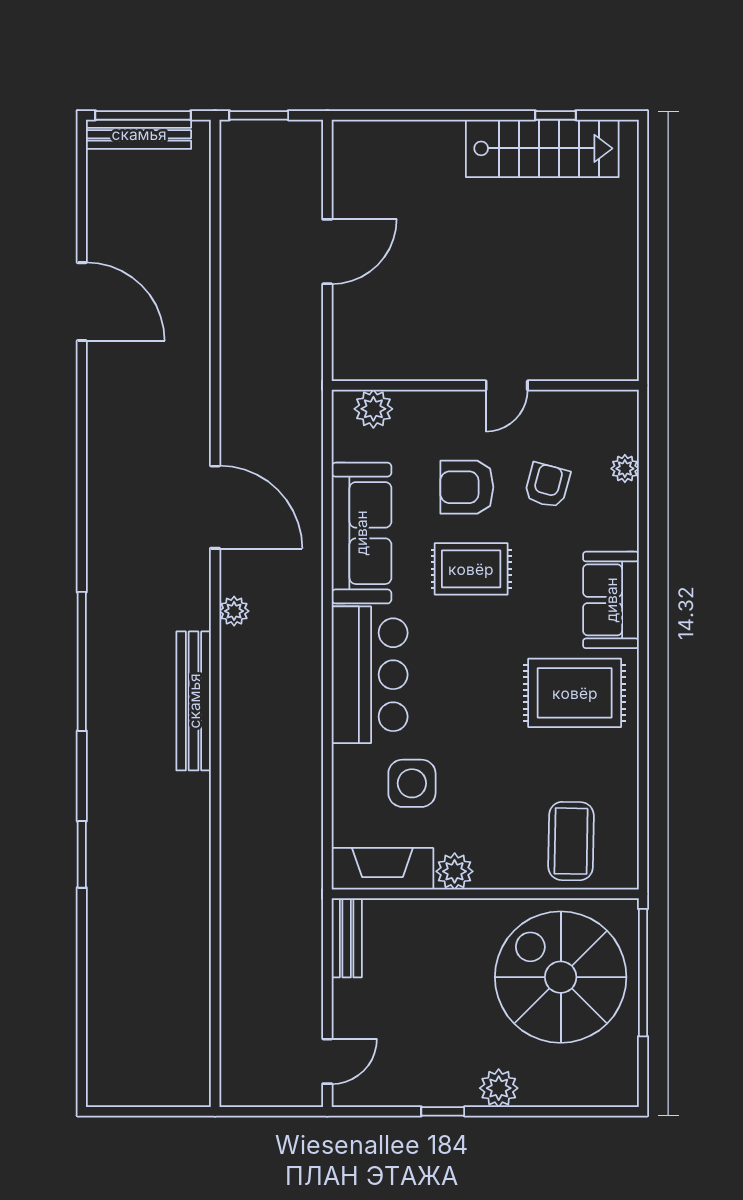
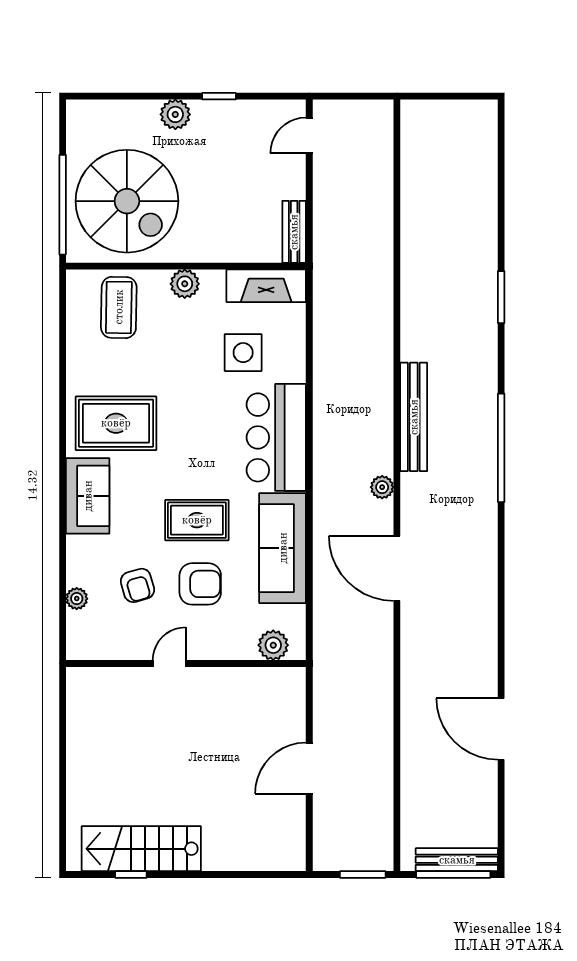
armchair: (547, 485) -> (137, 585), turned -31
plant: (455, 871) -> (185, 284), moved

